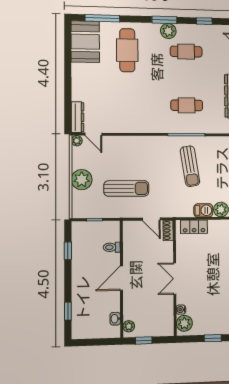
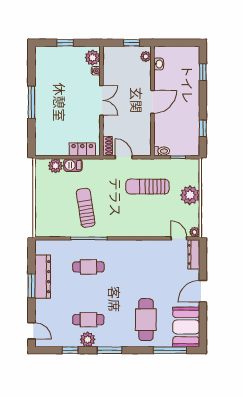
plant: (168, 31) -> (88, 339), moved
door: (68, 79) -> (203, 291), added
toilet: (112, 247) -> (162, 151), moved

